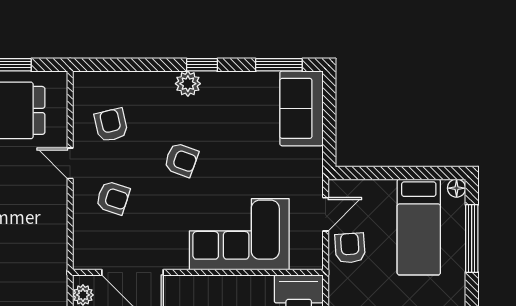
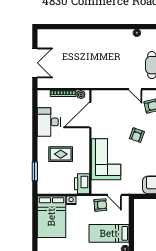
door: (70, 163) -> (135, 89), swing flipped
armchair: (113, 198) -> (121, 107), removed

